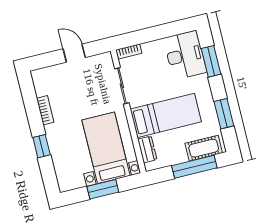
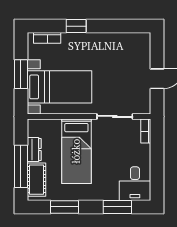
desk: (185, 55) -> (135, 184), width x0.73
bookcase: (45, 110) -> (47, 38), moved
dresser: (147, 149) -> (34, 149), moved, turned -90

